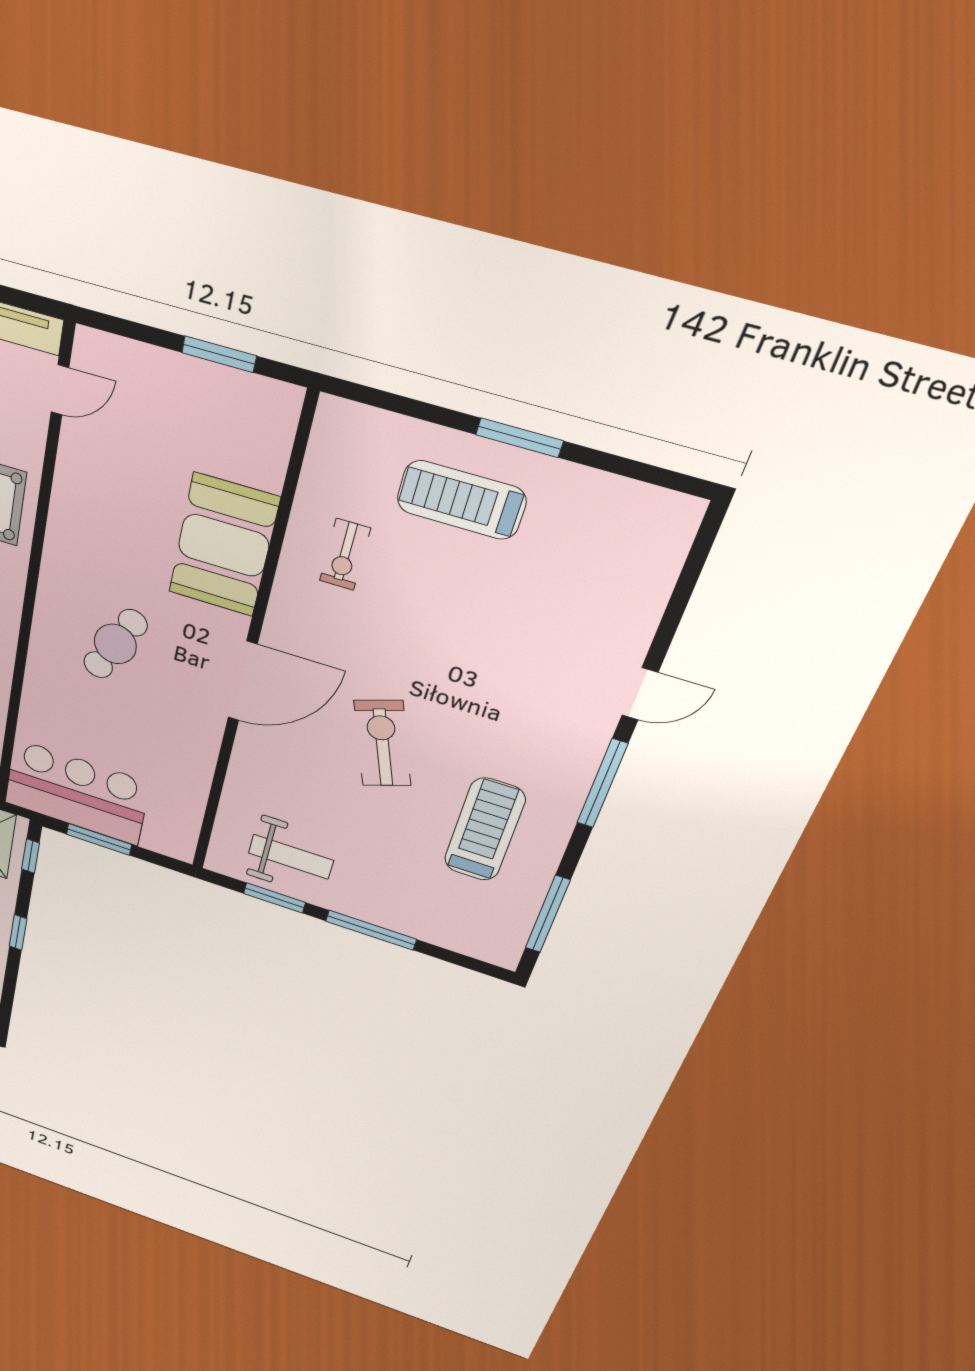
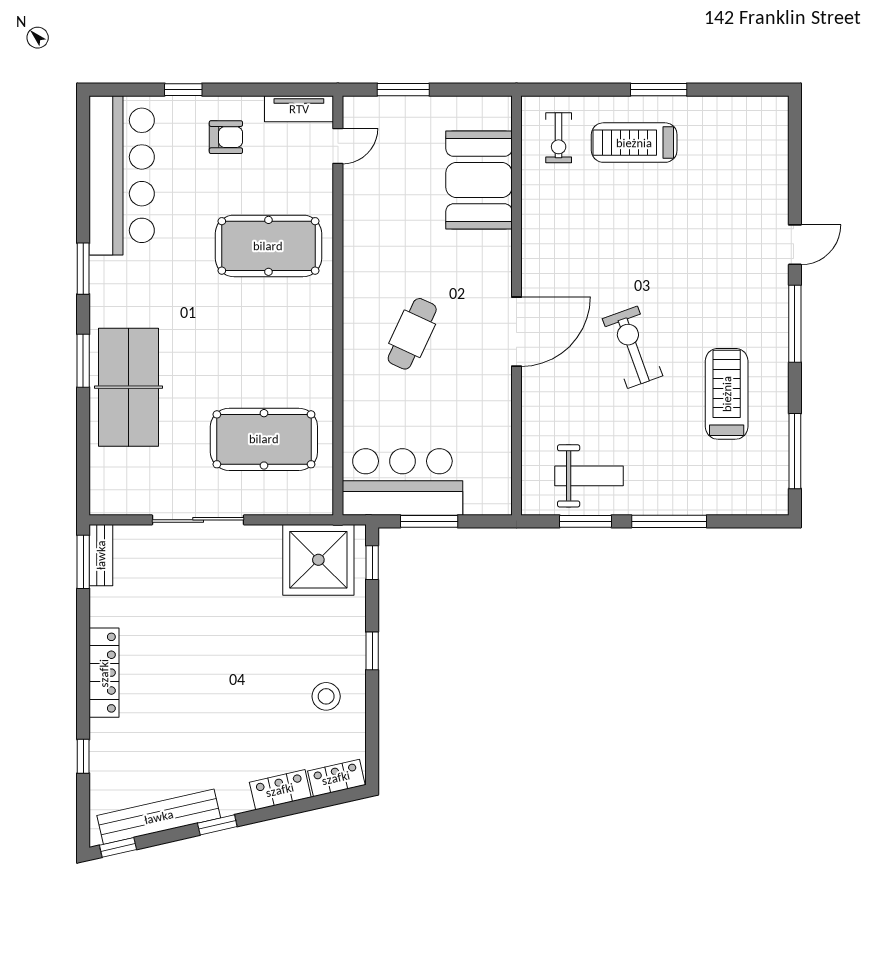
window: (219, 354) -> (403, 90), moved
booth: (224, 545) -> (479, 180), moved
exercise bike: (345, 554) -> (559, 138), moved

